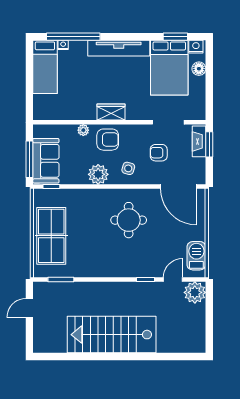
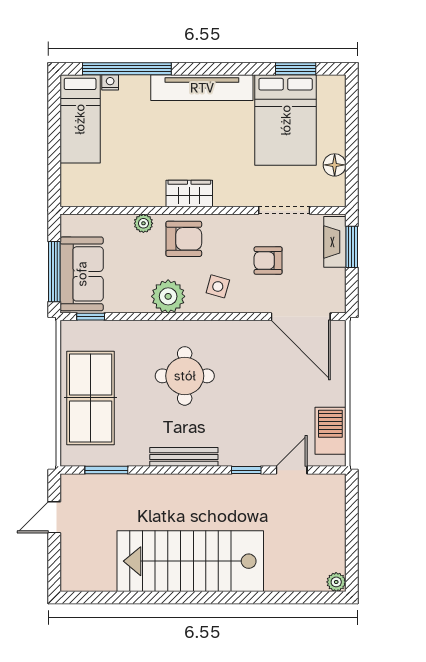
nightstand: (196, 47) -> (330, 85), removed
floor lamp: (199, 69) -> (335, 165), moved
round table: (129, 220) -> (185, 376), moved
bench: (108, 272) -> (184, 457), added
plant: (195, 292) -> (336, 582), moved, width x0.53, depth x0.53

